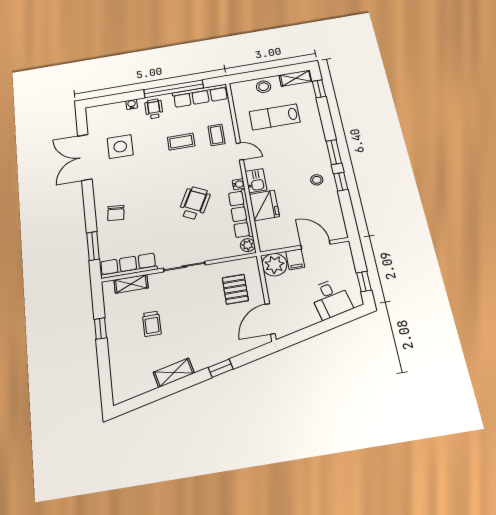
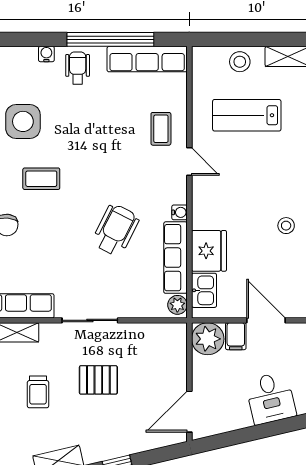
coffee table: (181, 142) -> (41, 179), moved
kitchen sink: (256, 181) -> (204, 290), moved
pallet: (235, 289) -> (98, 380), moved, turned 90

